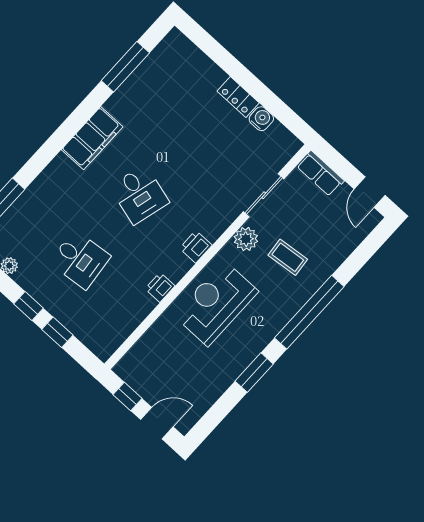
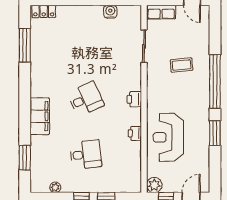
locker: (238, 97) -> (44, 11), moved
filing cabinet: (92, 138) -> (40, 116), moved
desk: (139, 195) -> (86, 99), turned -39
plant: (246, 239) -> (154, 185), moved
reception desk: (216, 303) -> (168, 137), moved

